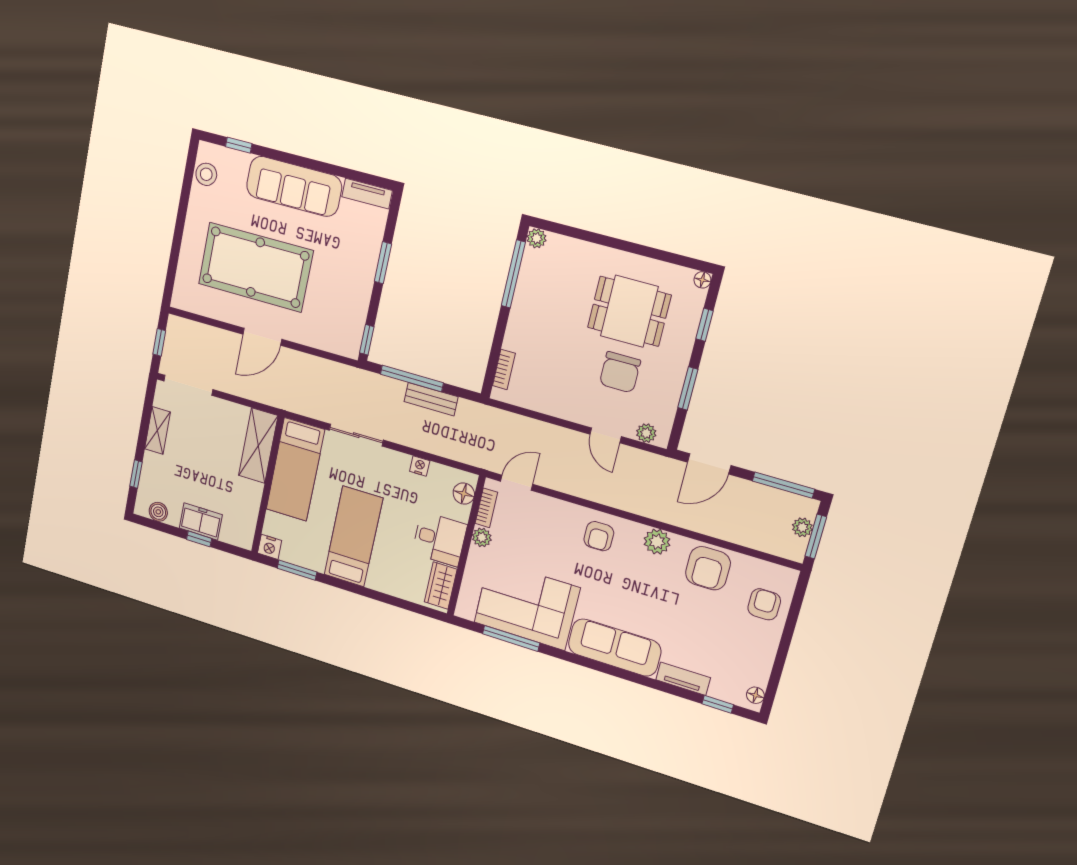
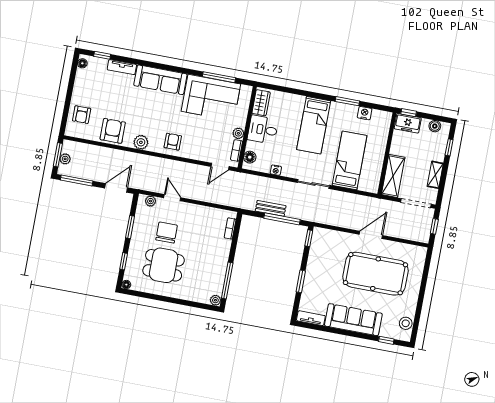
shelving: (258, 446) -> (393, 176), moved
wall: (268, 485) -> (387, 153), moved

